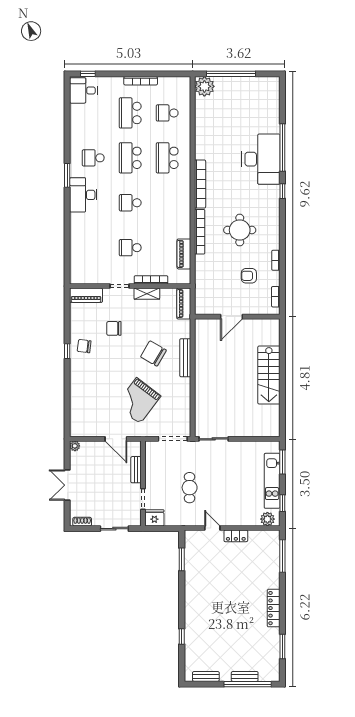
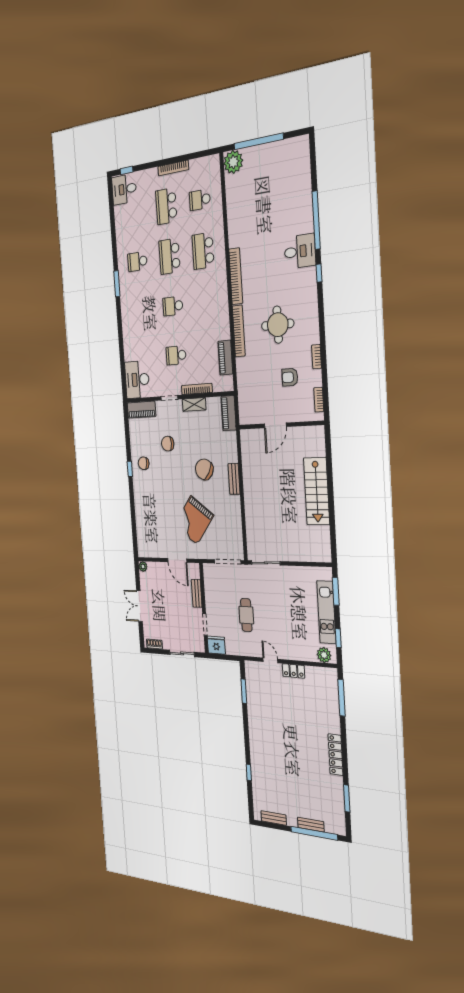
desk: (261, 159) -> (300, 251), width x0.53, depth x0.77
desk: (83, 195) -> (137, 380), moved
bench: (185, 358) -> (234, 479), width x0.73

